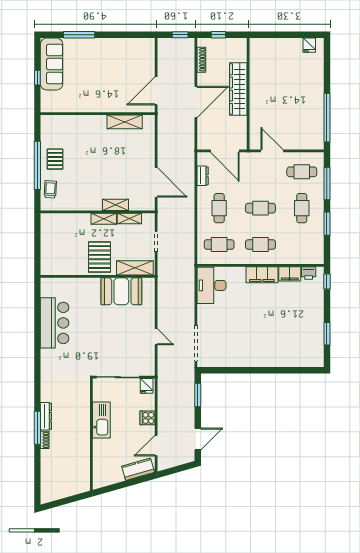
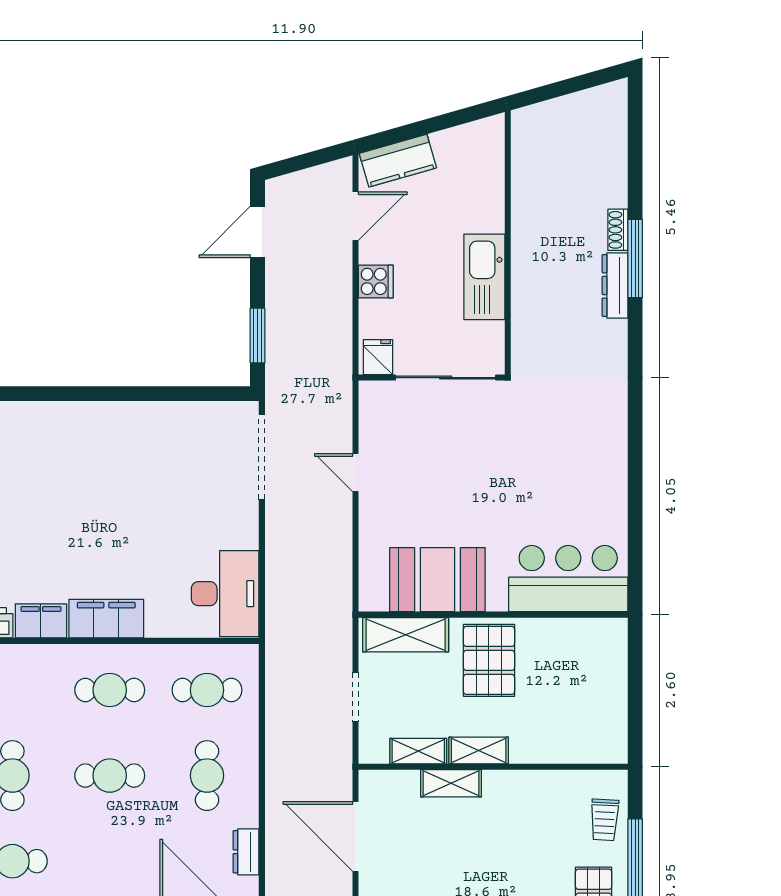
bar counter: (55, 323) -> (568, 579), moved, turned 90

